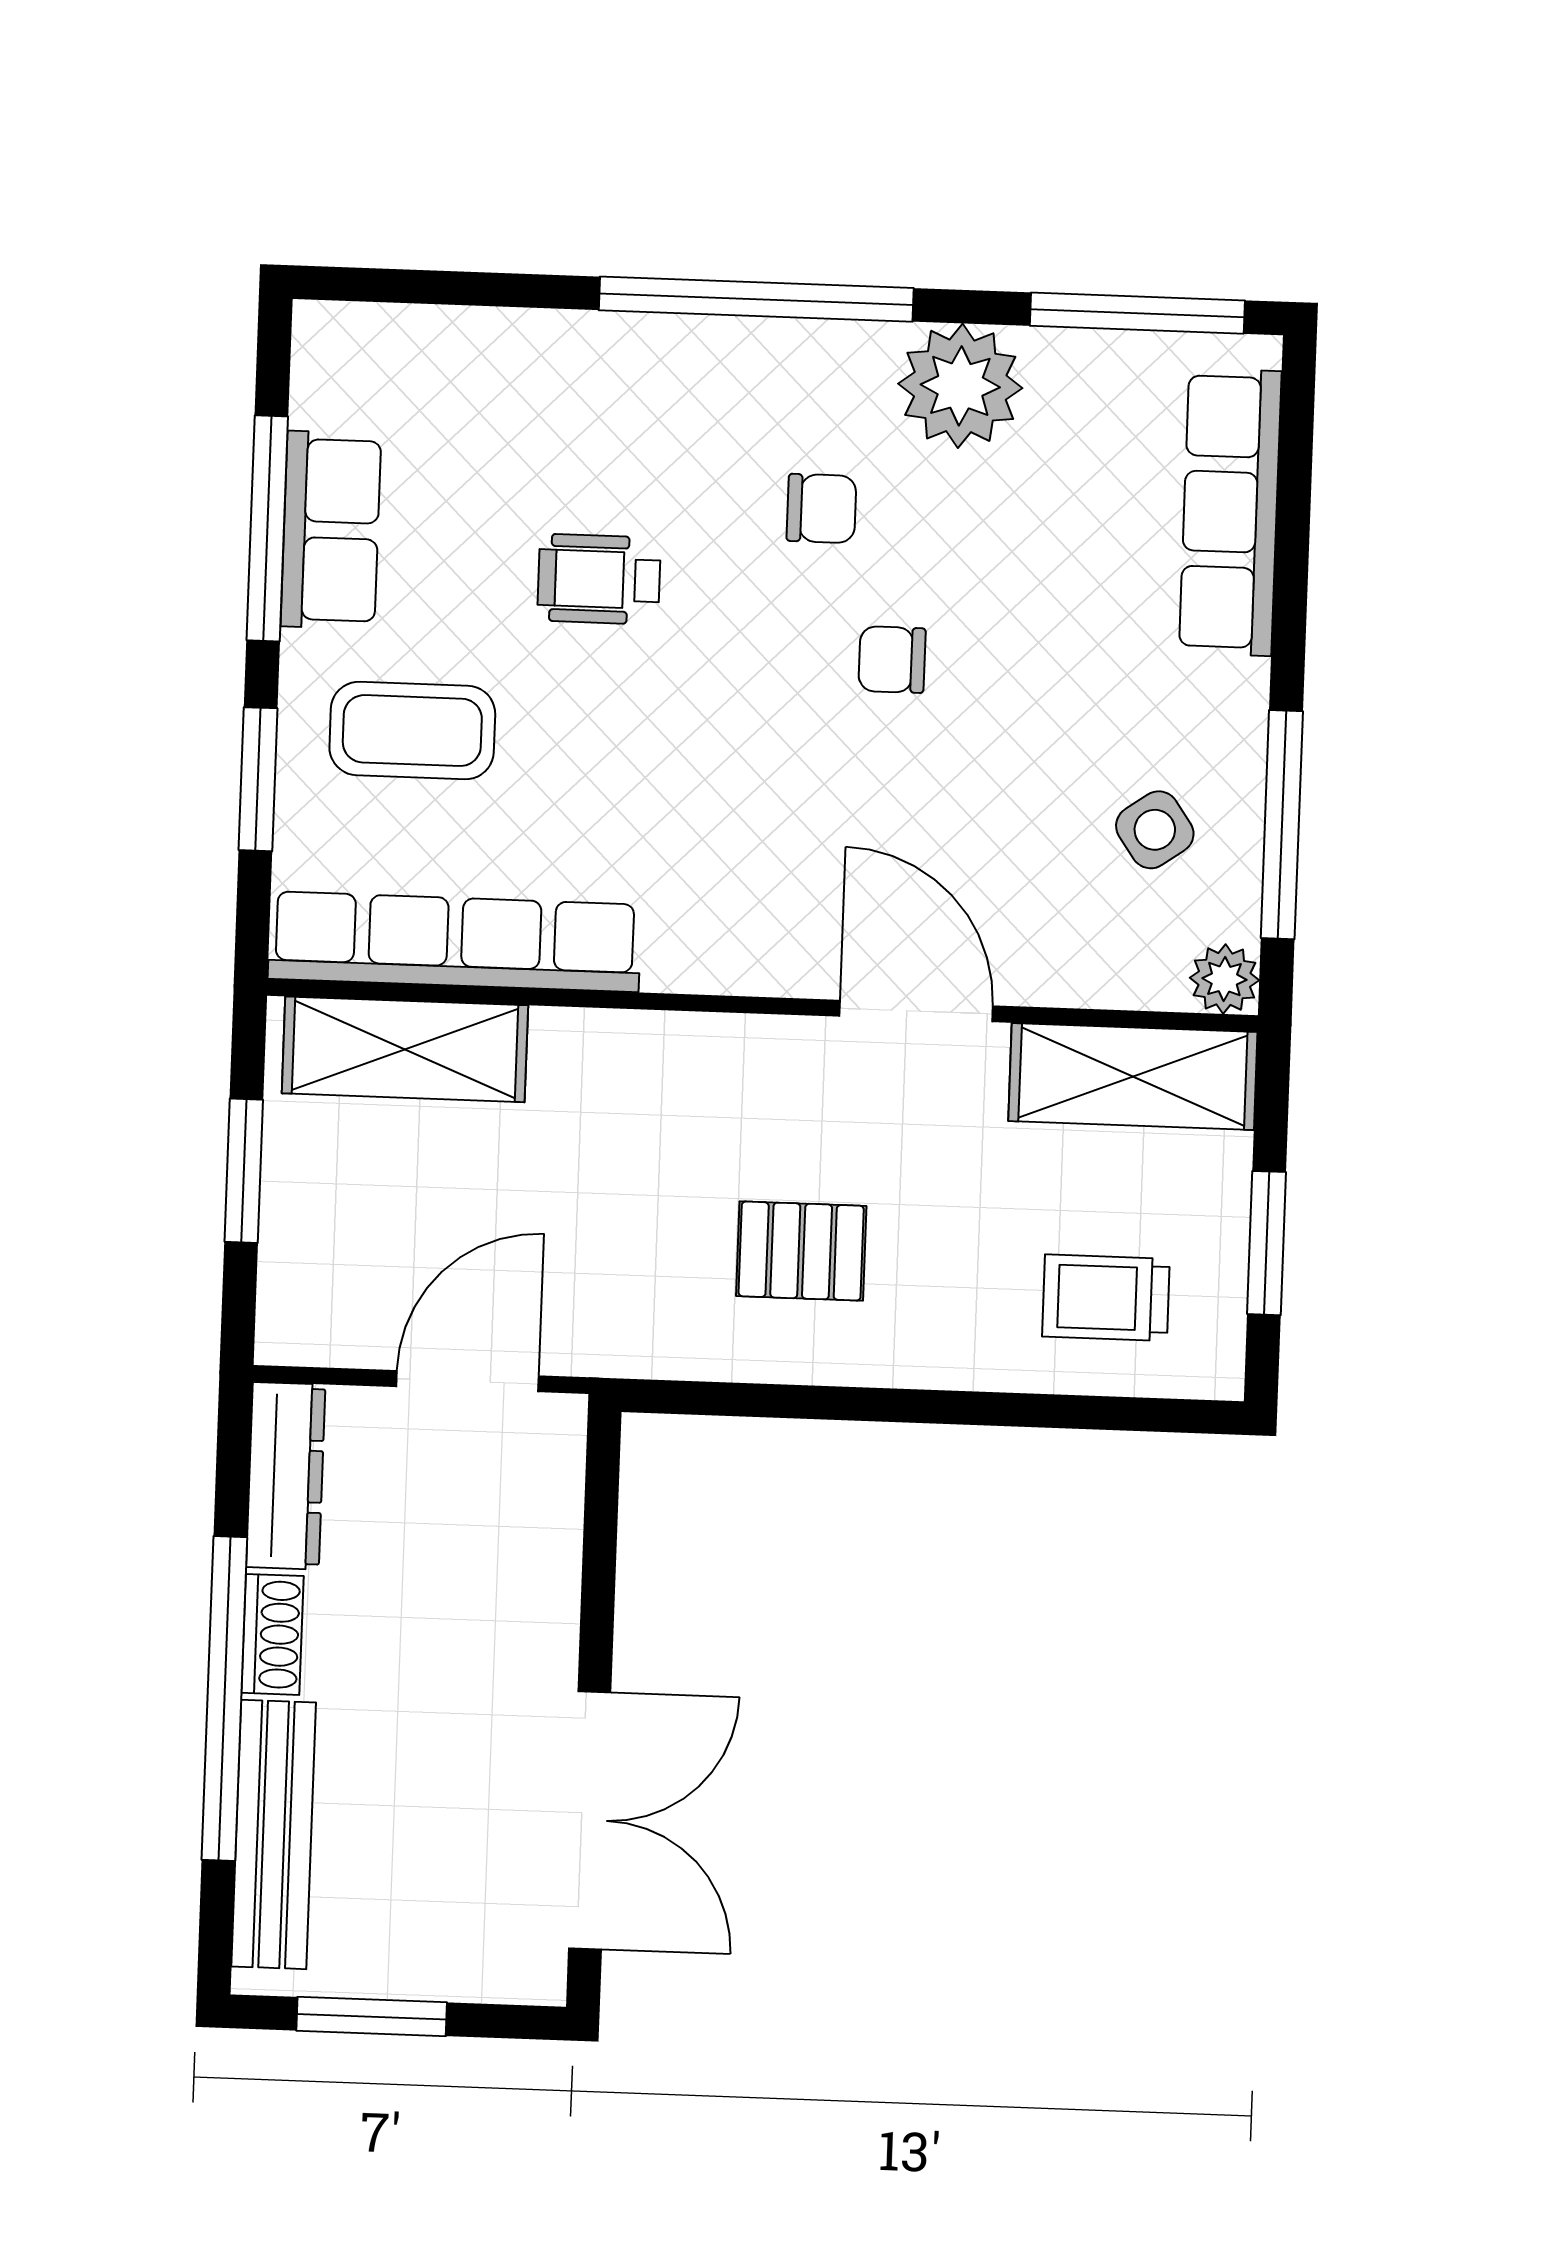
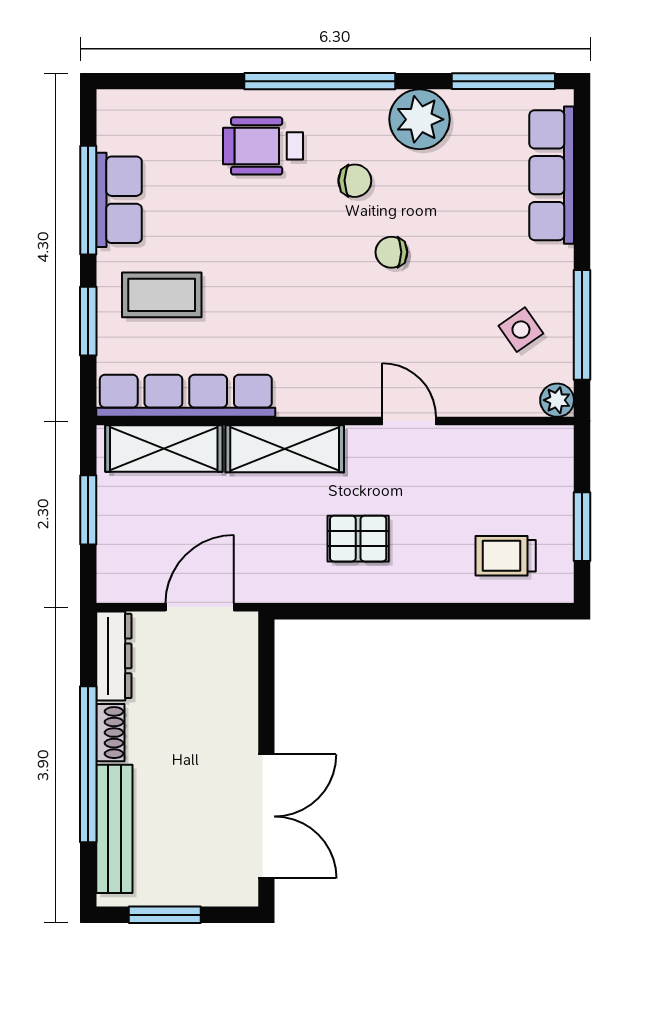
wheelchair: (599, 579) -> (263, 146), moved, width x1.36, depth x1.37
door: (916, 1011) -> (409, 421), width x0.73
shelving: (1133, 1077) -> (285, 449), moved

